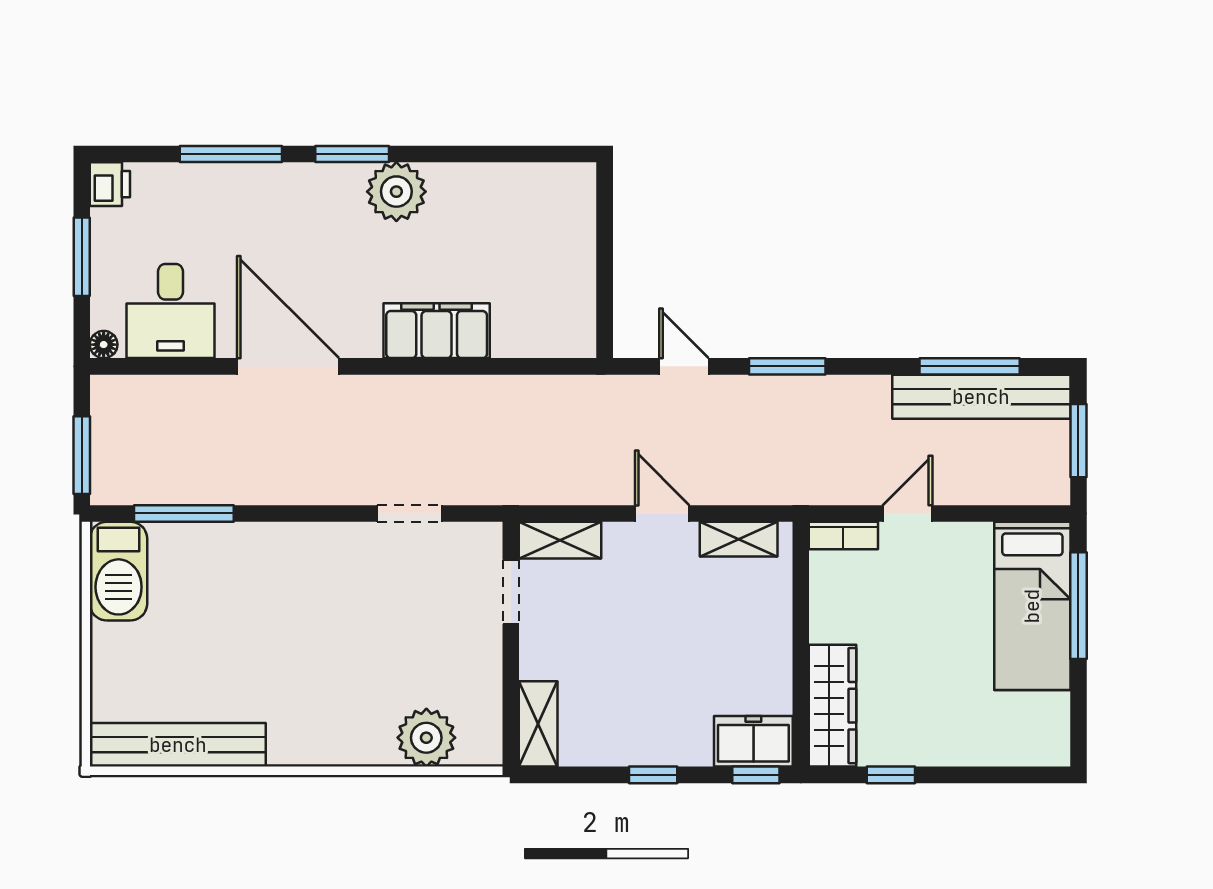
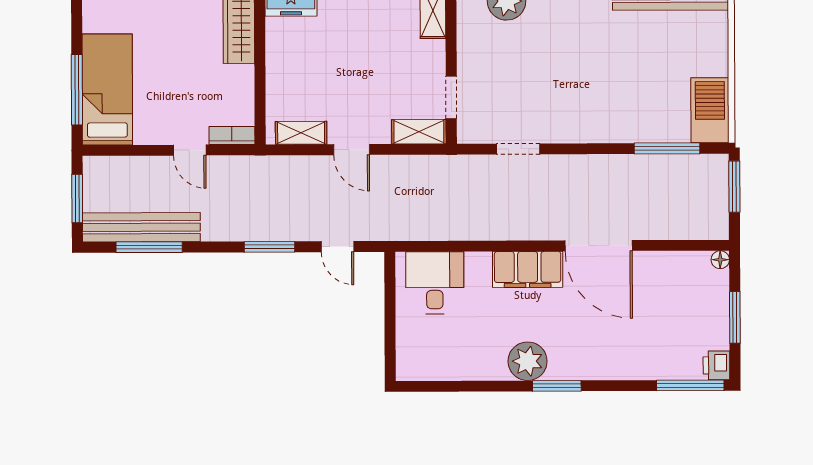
window: (231, 154) -> (690, 385), moved
desk: (171, 311) -> (435, 283), moved
filing cabinet: (437, 331) -> (528, 269), moved
door: (908, 513) -> (190, 150), hinge flipped

